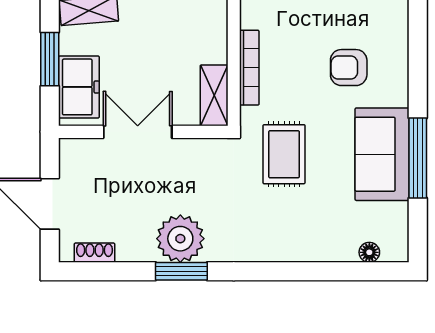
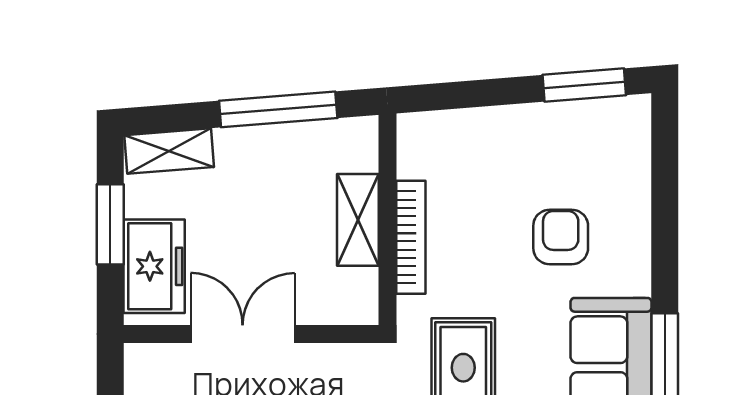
armchair: (349, 68) -> (561, 237), turned 90
shelving: (214, 95) -> (358, 220), moved

